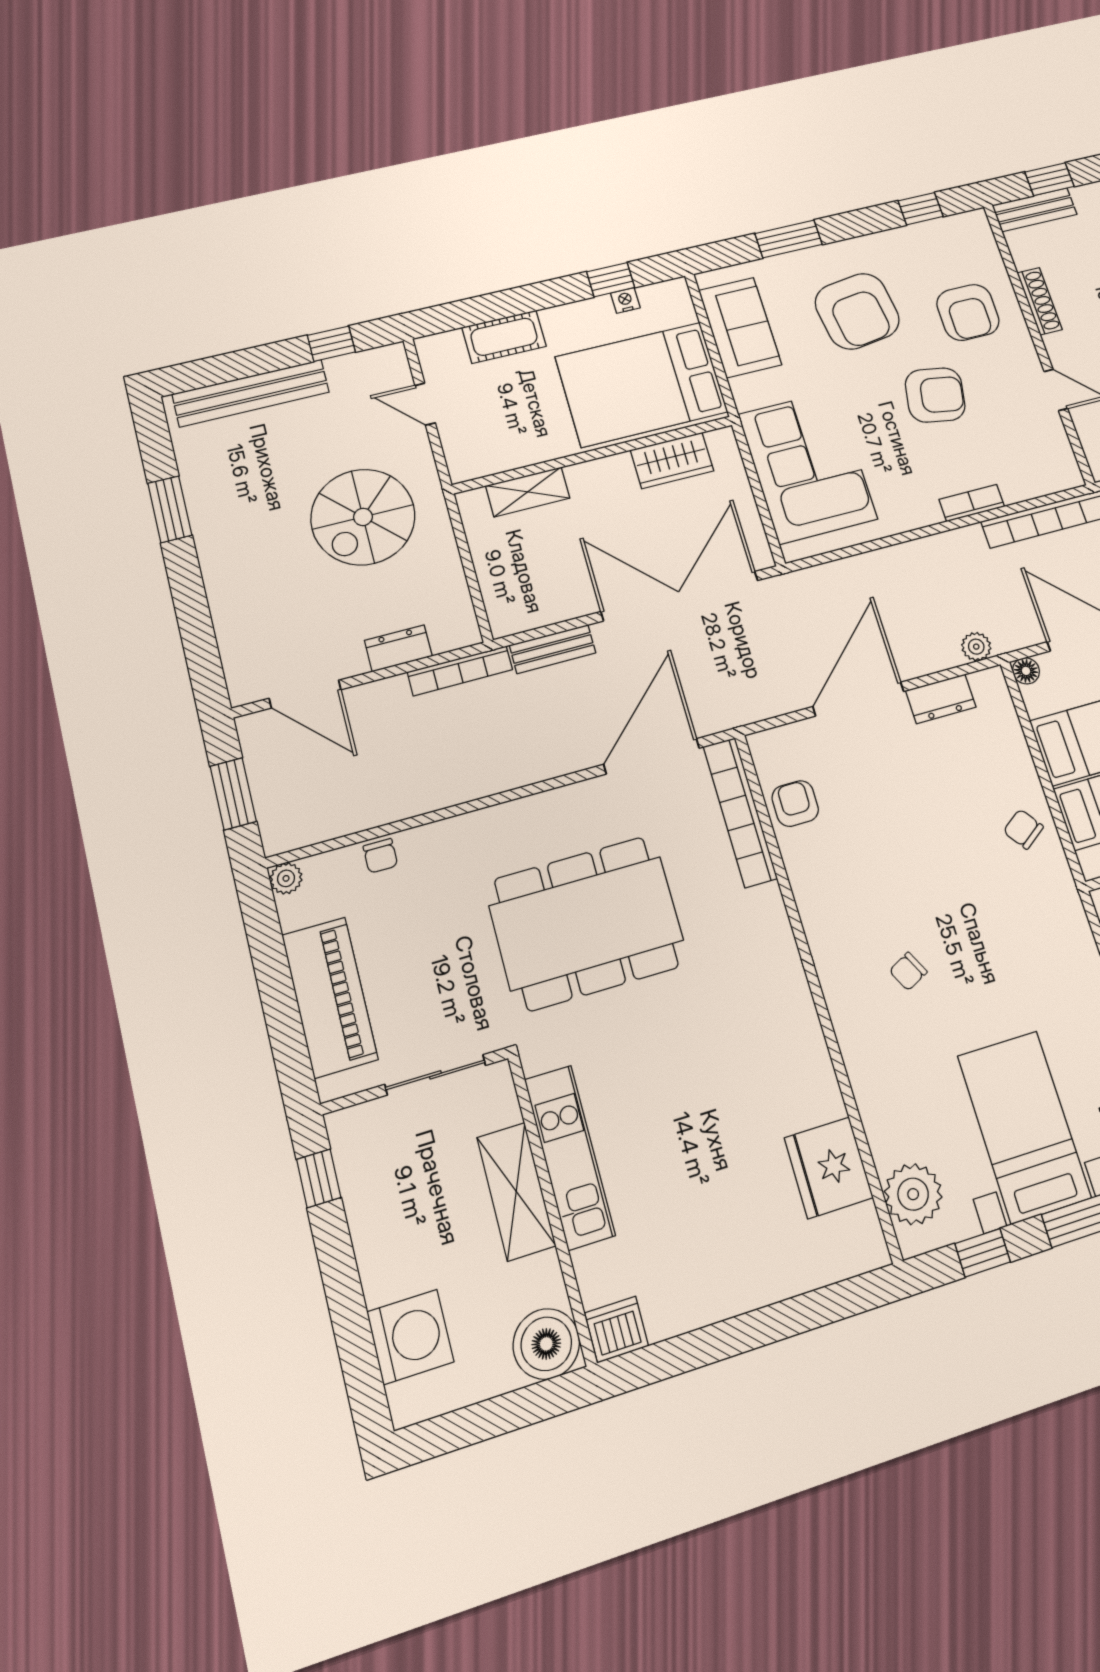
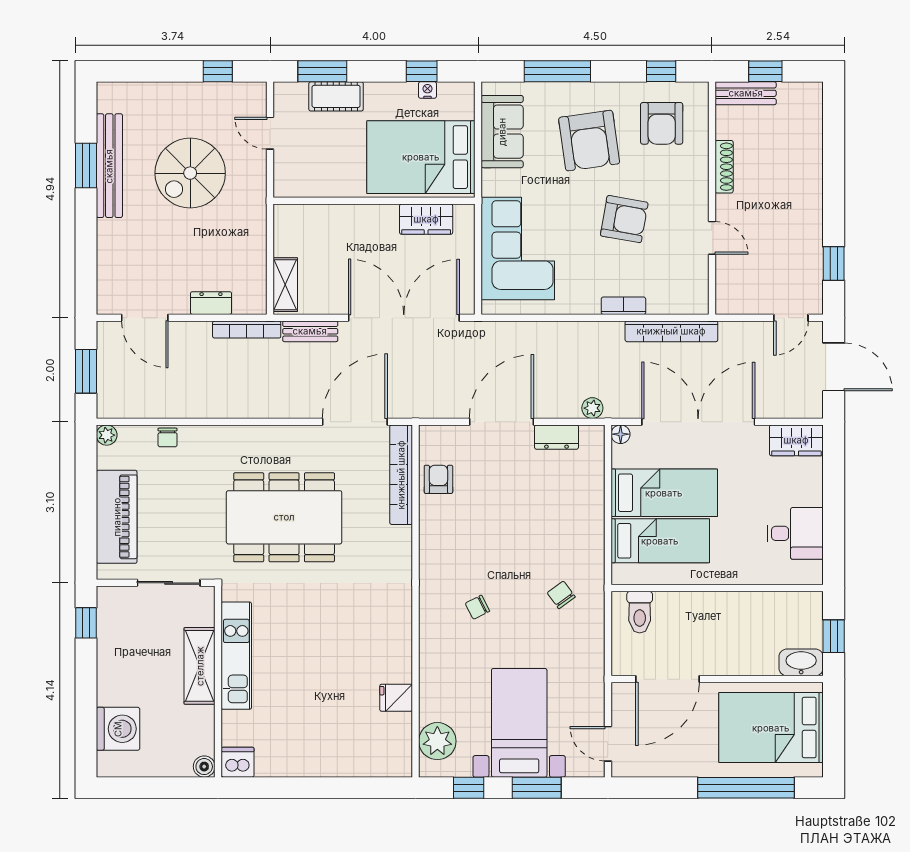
window: (788, 239) -> (557, 71), width x1.44
window: (477, 310) -> (322, 71), added
armchair: (968, 312) -> (662, 123), moved
bench: (251, 393) -> (109, 166), moved, turned 90
shelving: (528, 492) -> (285, 285), moved, turned 90
spiral stairs: (363, 517) -> (190, 173), moved
chair: (1023, 829) -> (561, 595), moved
fridge: (829, 1168) -> (396, 698), width x0.53, depth x0.75
boiler: (546, 1344) -> (204, 767), width x0.54, depth x0.54

